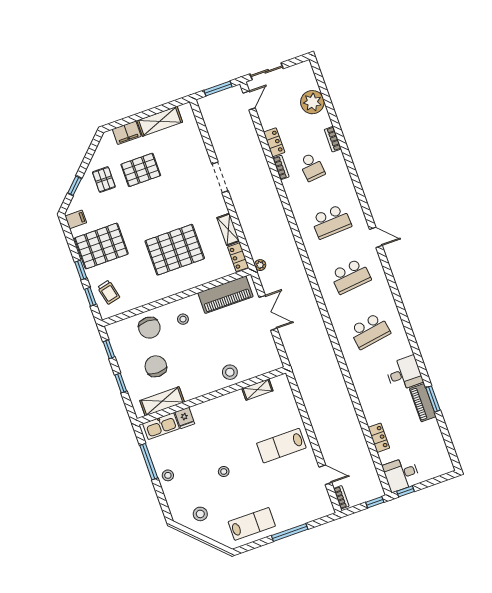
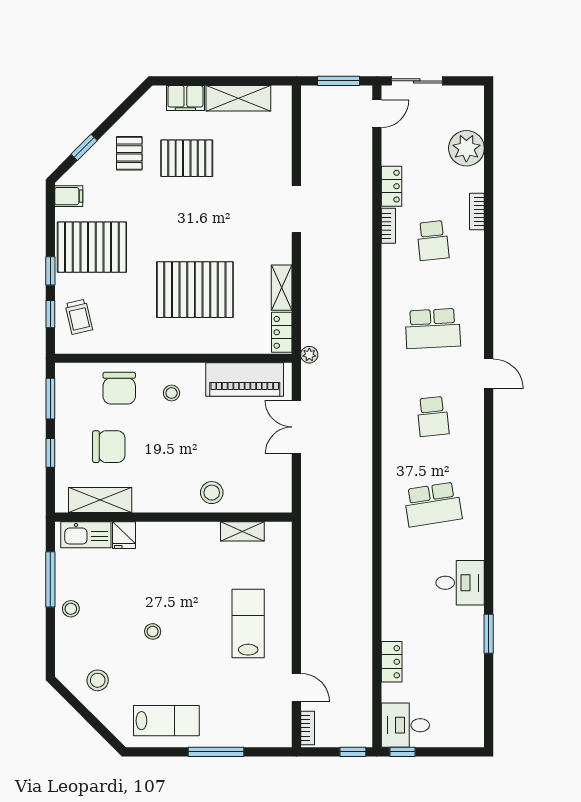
school desk: (350, 276) -> (433, 416), width x0.54
double door: (268, 313) -> (296, 427), swing flipped
window: (109, 349) -> (50, 399), width x1.50
chair: (156, 366) -> (109, 447), turned 90
piano: (423, 403) -> (472, 634), removed
lab bench: (281, 446) -> (248, 624), turned 90

